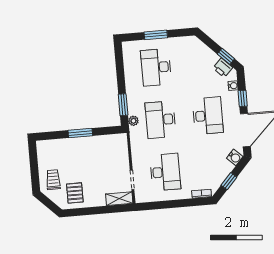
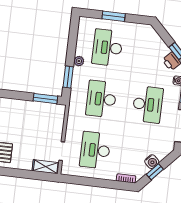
plant: (133, 121) -> (79, 61), moved
window: (80, 133) -> (45, 99), moved
water cooler: (235, 157) -> (152, 162), moved
desk: (165, 172) -> (95, 150), turned 180

